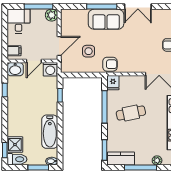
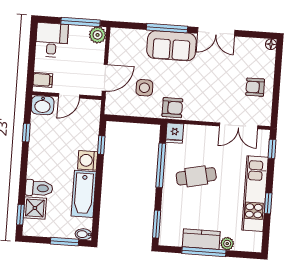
washing machine: (50, 69) -> (88, 160), moved, turned 90
toilet: (17, 159) -> (39, 188), moved
kitchen counter: (121, 159) -> (201, 239), moved

